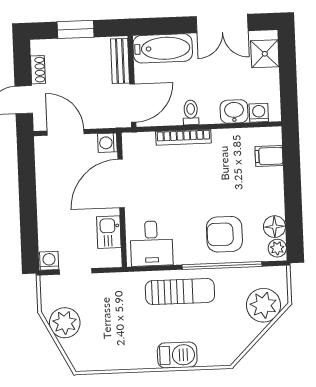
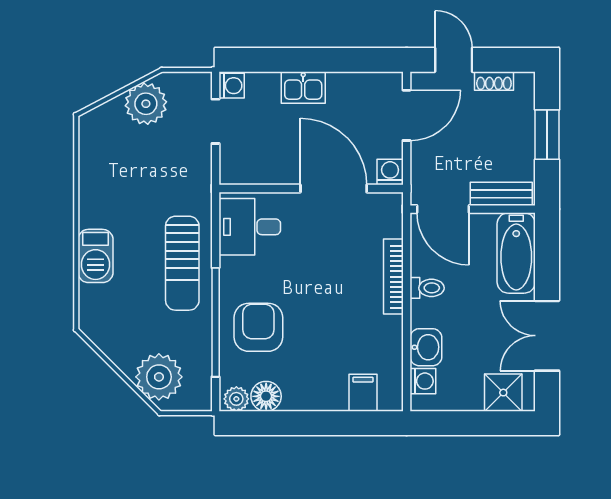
kitchen sink: (109, 232) -> (303, 87), moved, turned 180

